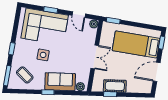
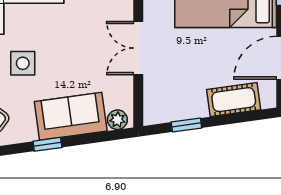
double door: (95, 57) -> (138, 48), swing flipped
cot: (115, 86) -> (234, 100), moved

